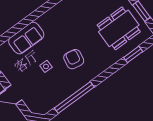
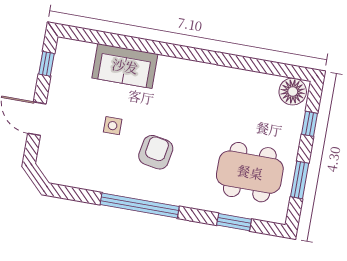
window: (74, 98) -> (140, 206), moved

